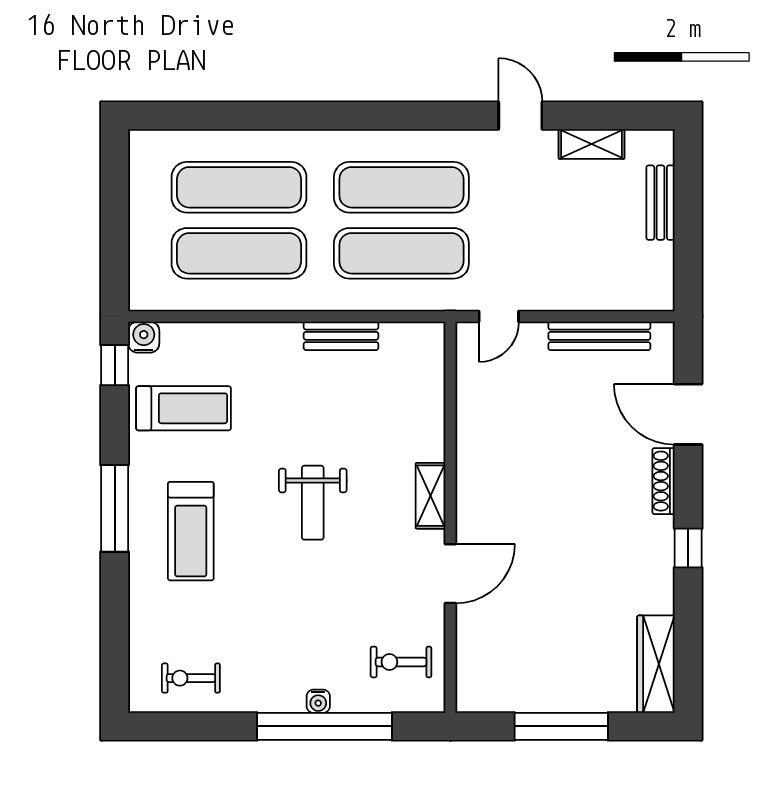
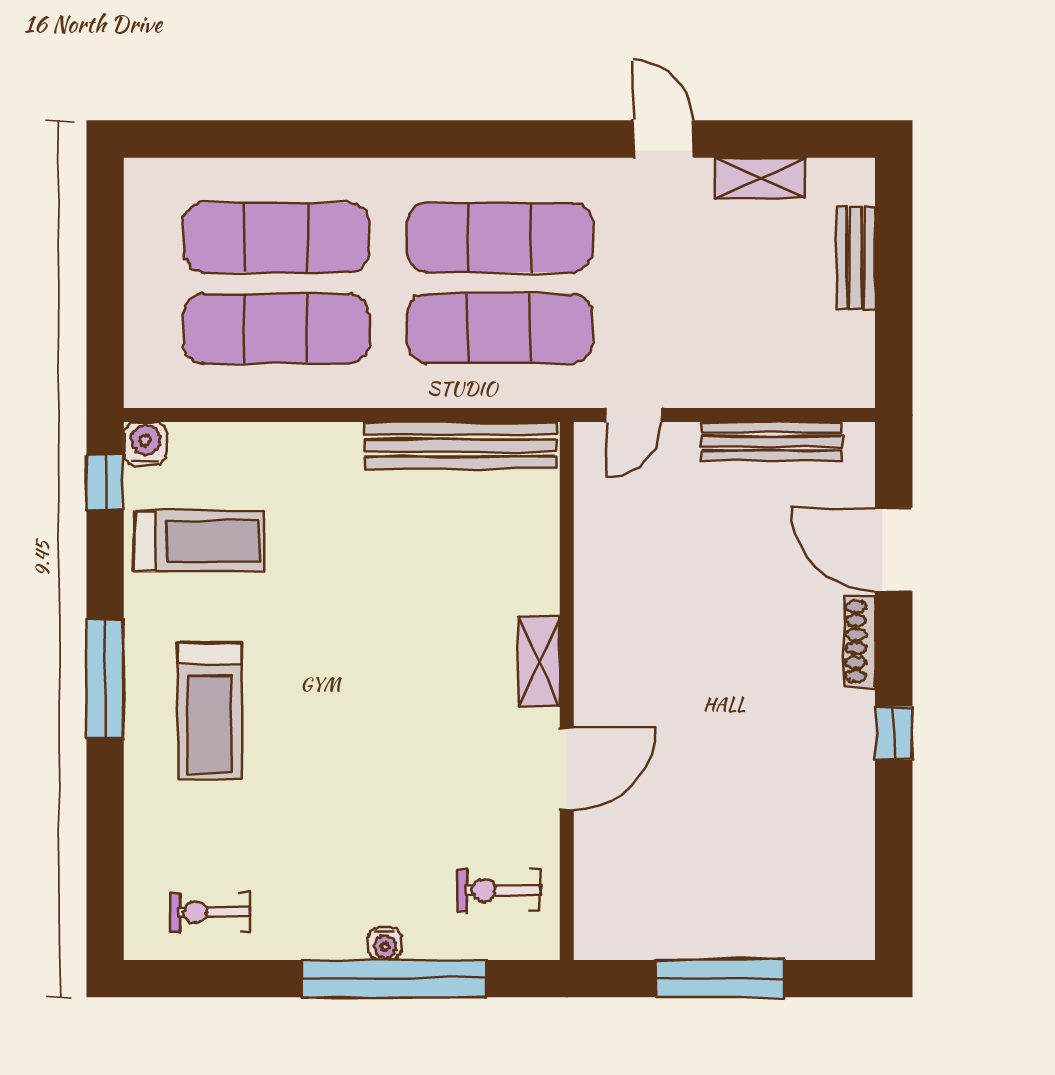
bench: (341, 336) -> (461, 446), width x1.86, depth x1.21
weight bench: (313, 503) -> (377, 671), removed
wardrobe: (656, 664) -> (849, 893), removed

